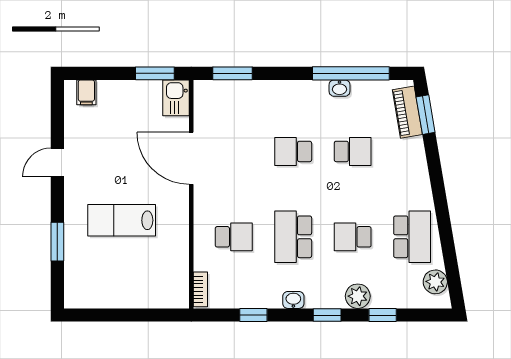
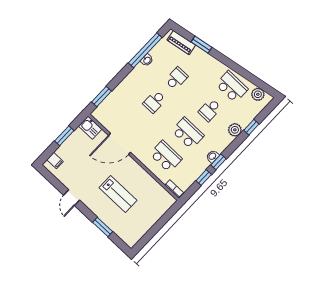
window: (155, 73) -> (64, 136), moved
window: (426, 115) -> (202, 45), moved
lab bench: (122, 220) -> (118, 194), turned -90
school desk: (234, 237) -> (166, 156), width x1.85
school desk: (293, 237) -> (188, 133), turned 180
window: (327, 315) -> (218, 162), moved

